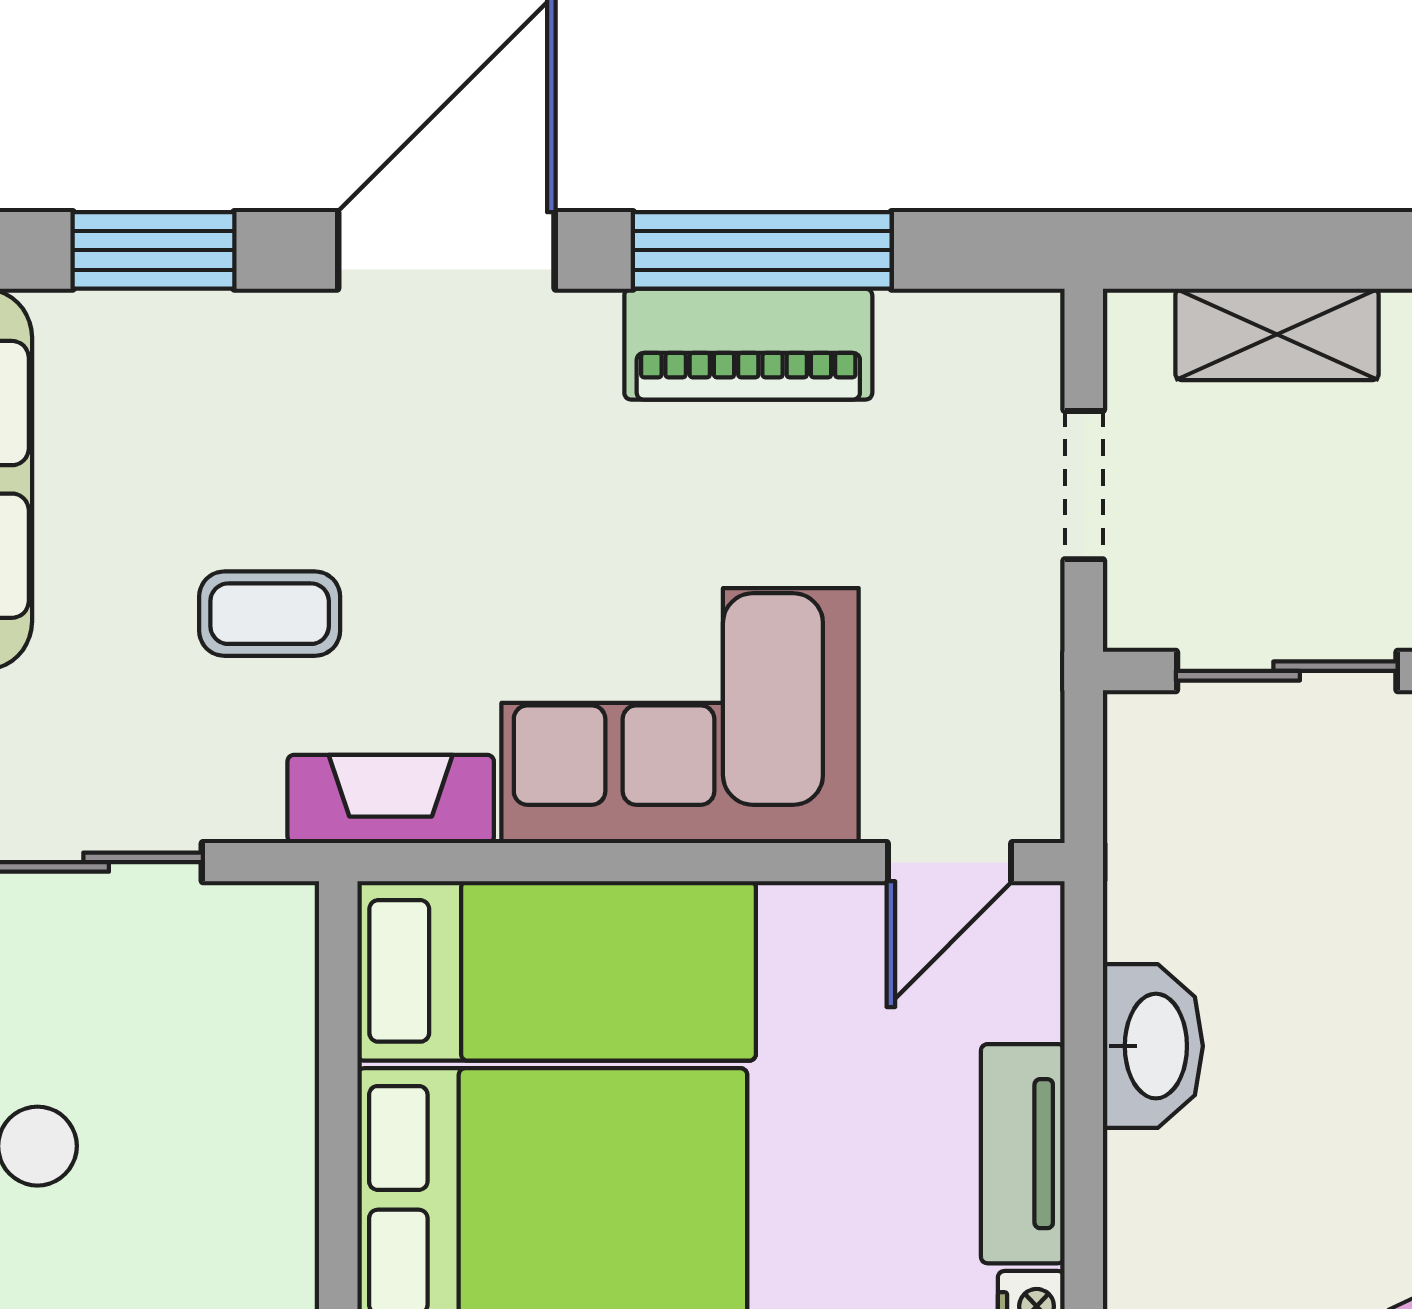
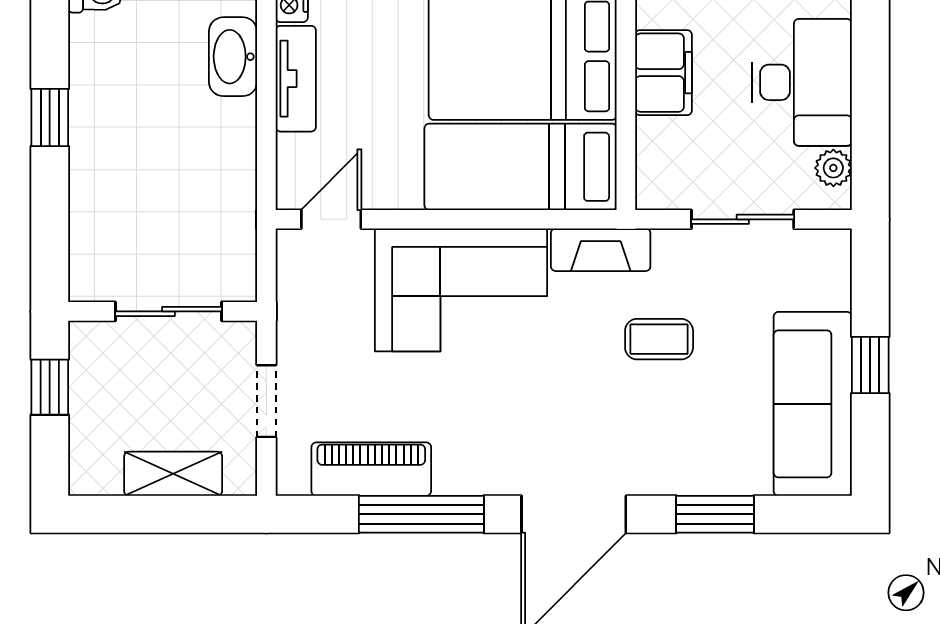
piano: (748, 344) -> (371, 469), moved
washbasin: (1153, 1046) -> (233, 57), moved
filing cabinet: (260, 1166) -> (664, 73), added

